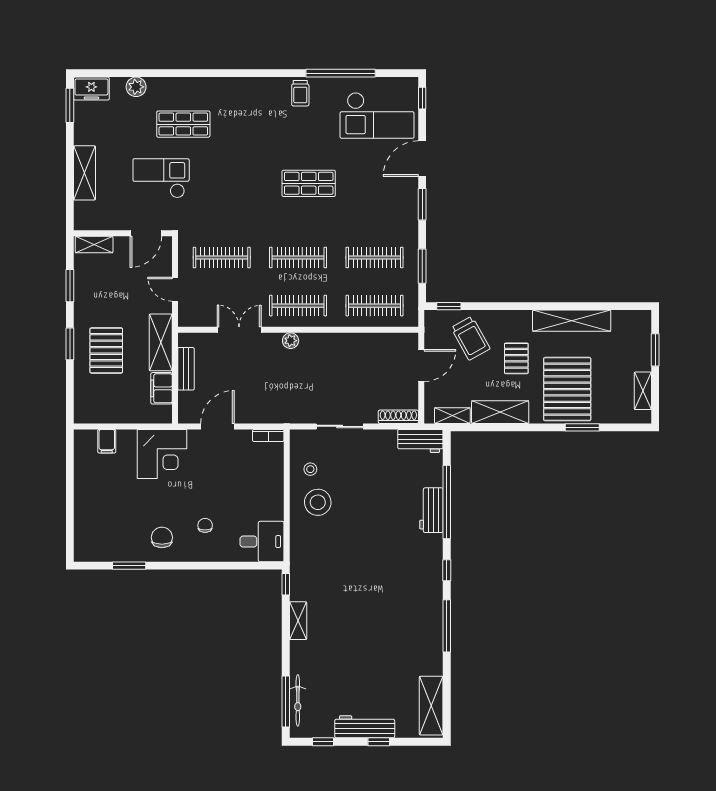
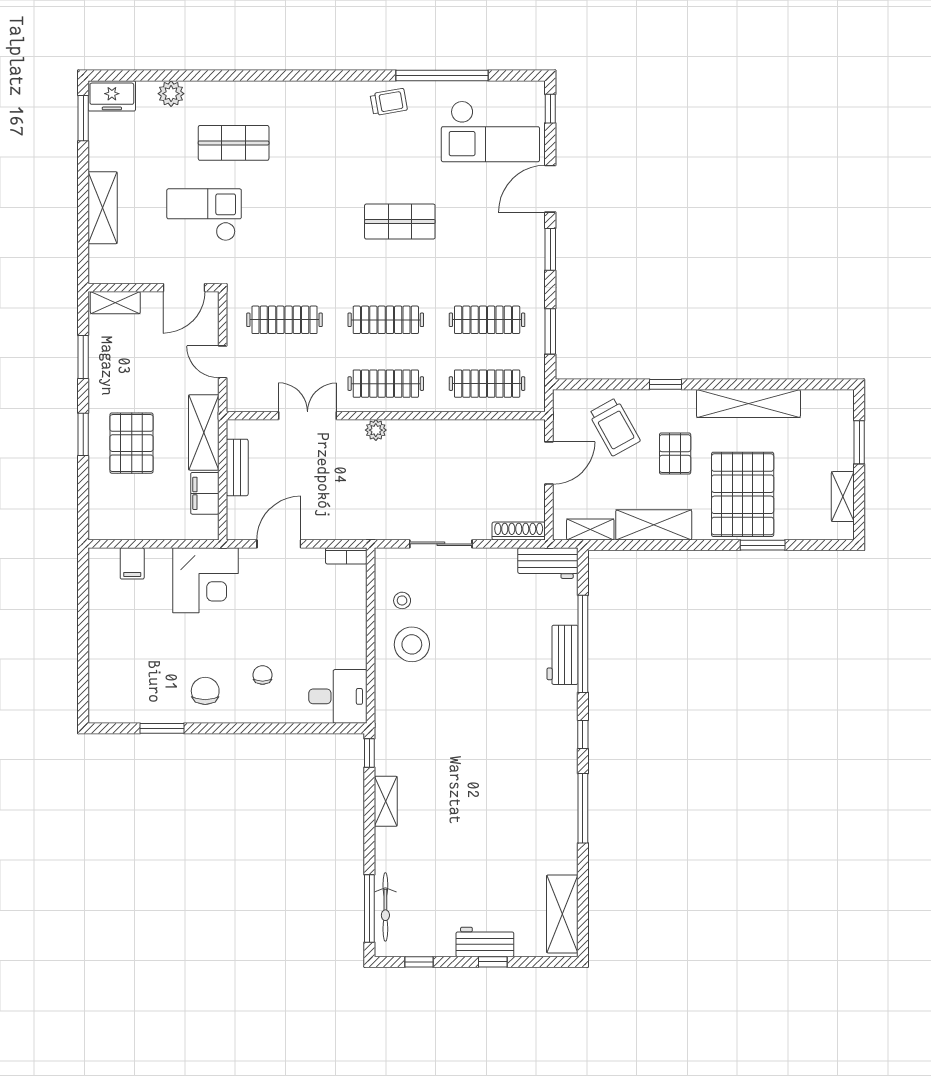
trolley: (300, 93) -> (389, 102), turned -100
window: (449, 306) -> (665, 384), moved
workbench: (365, 727) -> (485, 942), width x0.73

